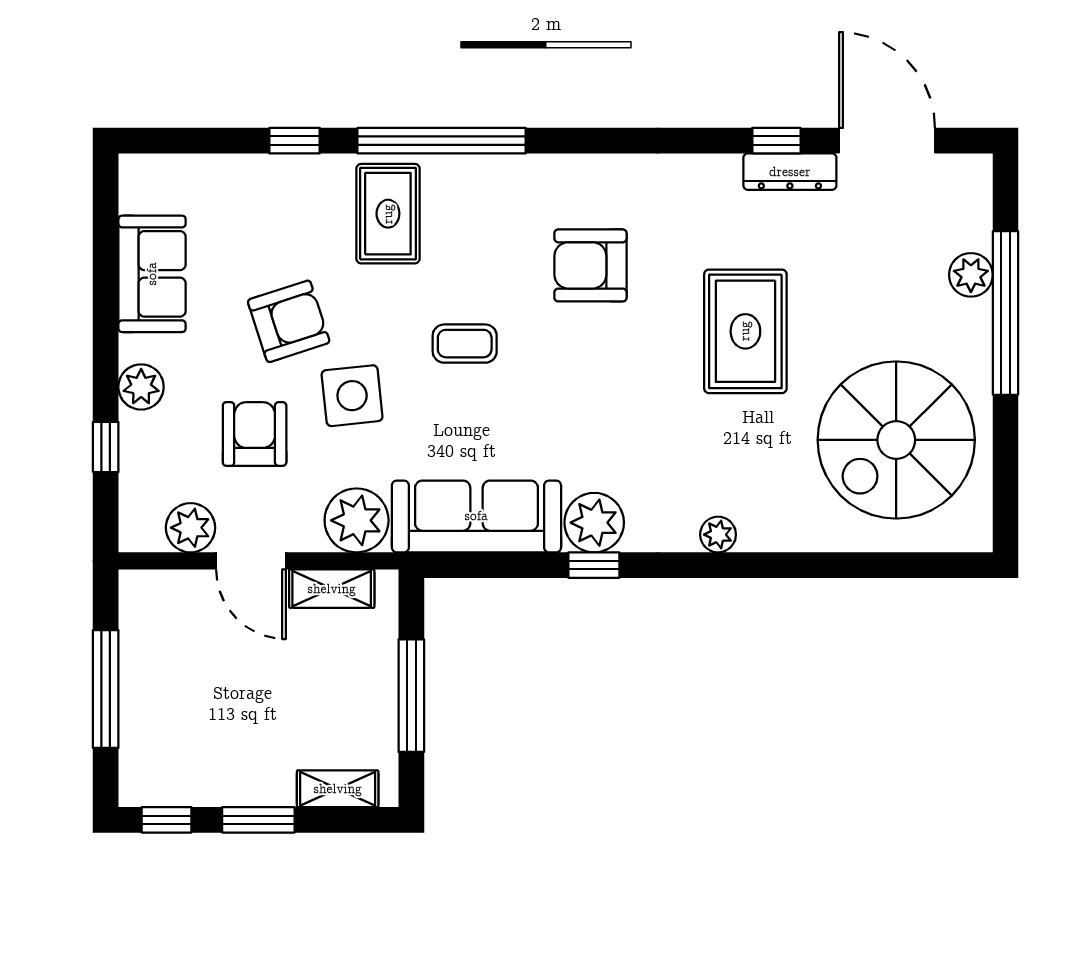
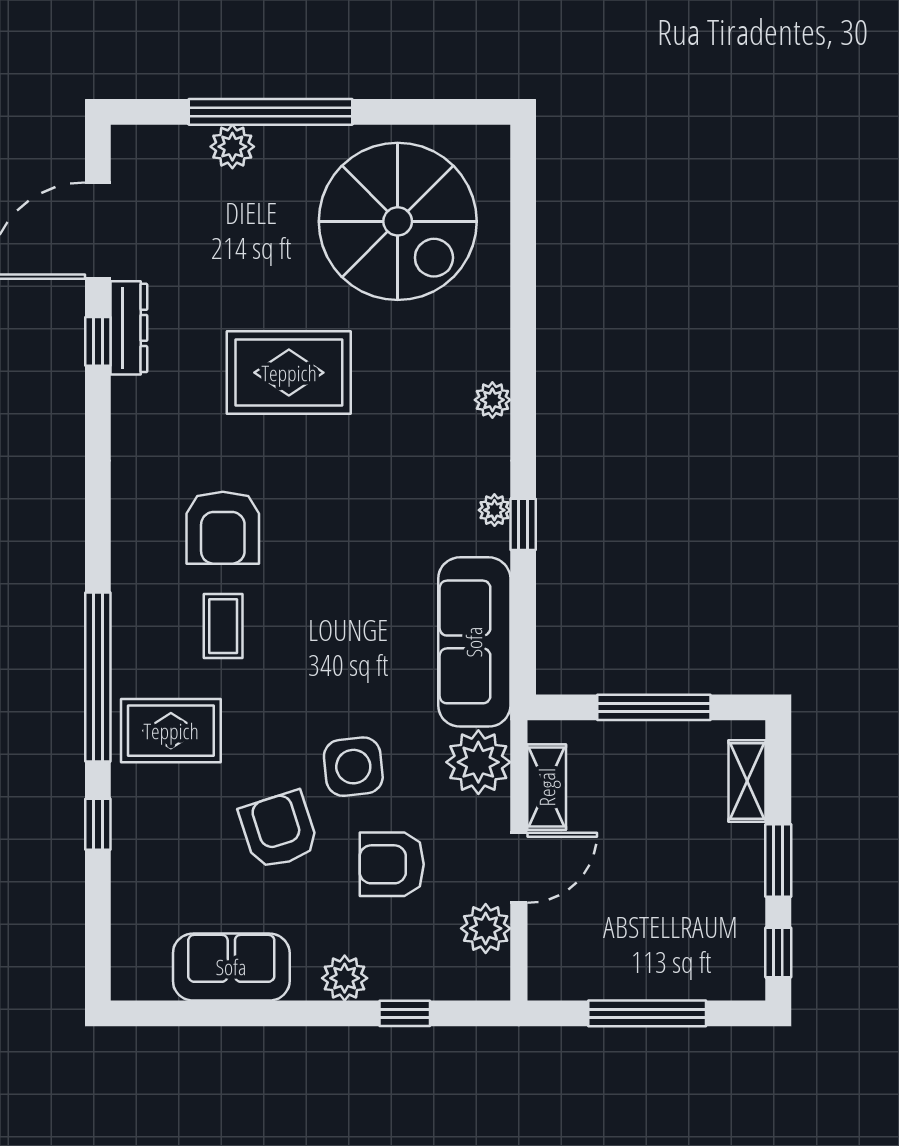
coffee table: (465, 344) -> (223, 626), moved
plant: (594, 523) -> (494, 510), width x0.53, depth x0.53

